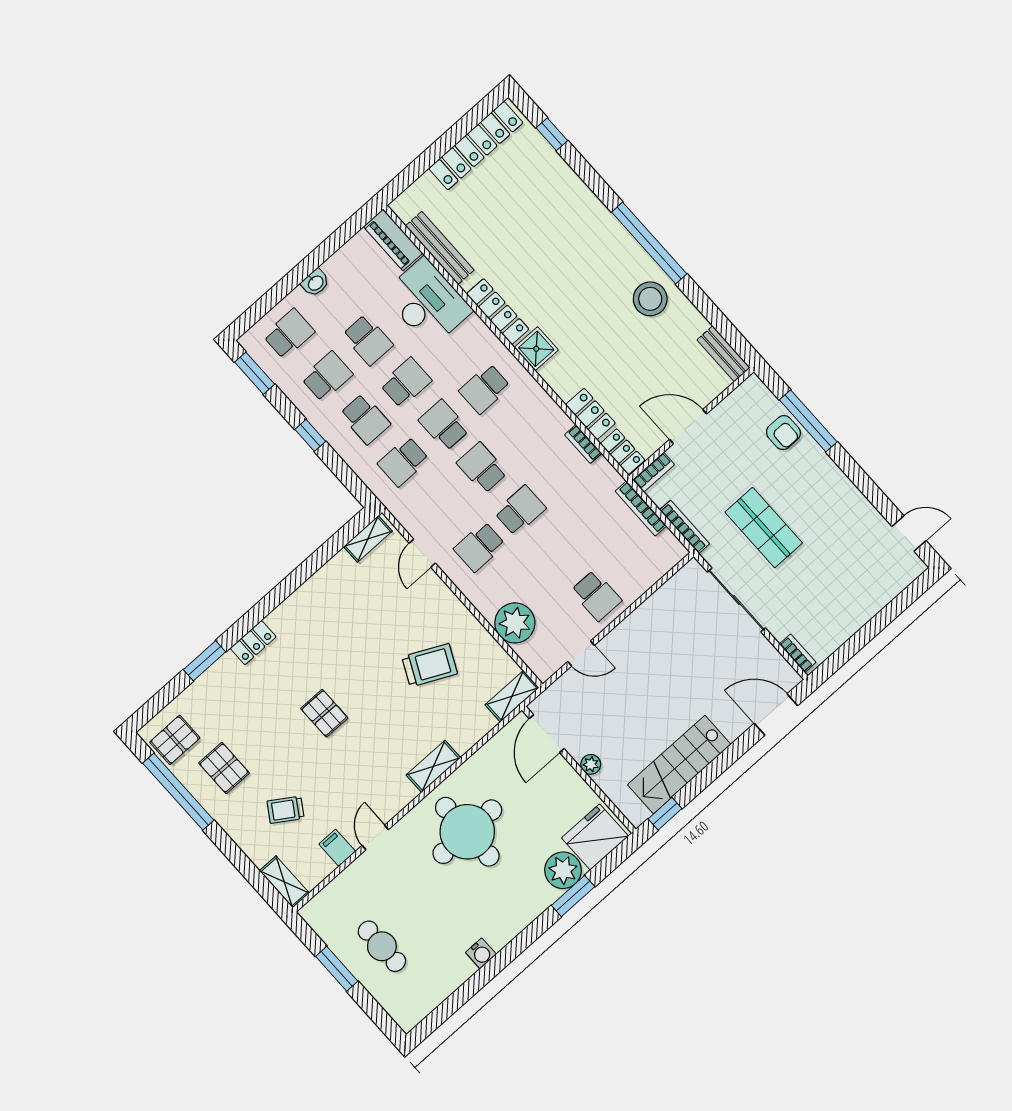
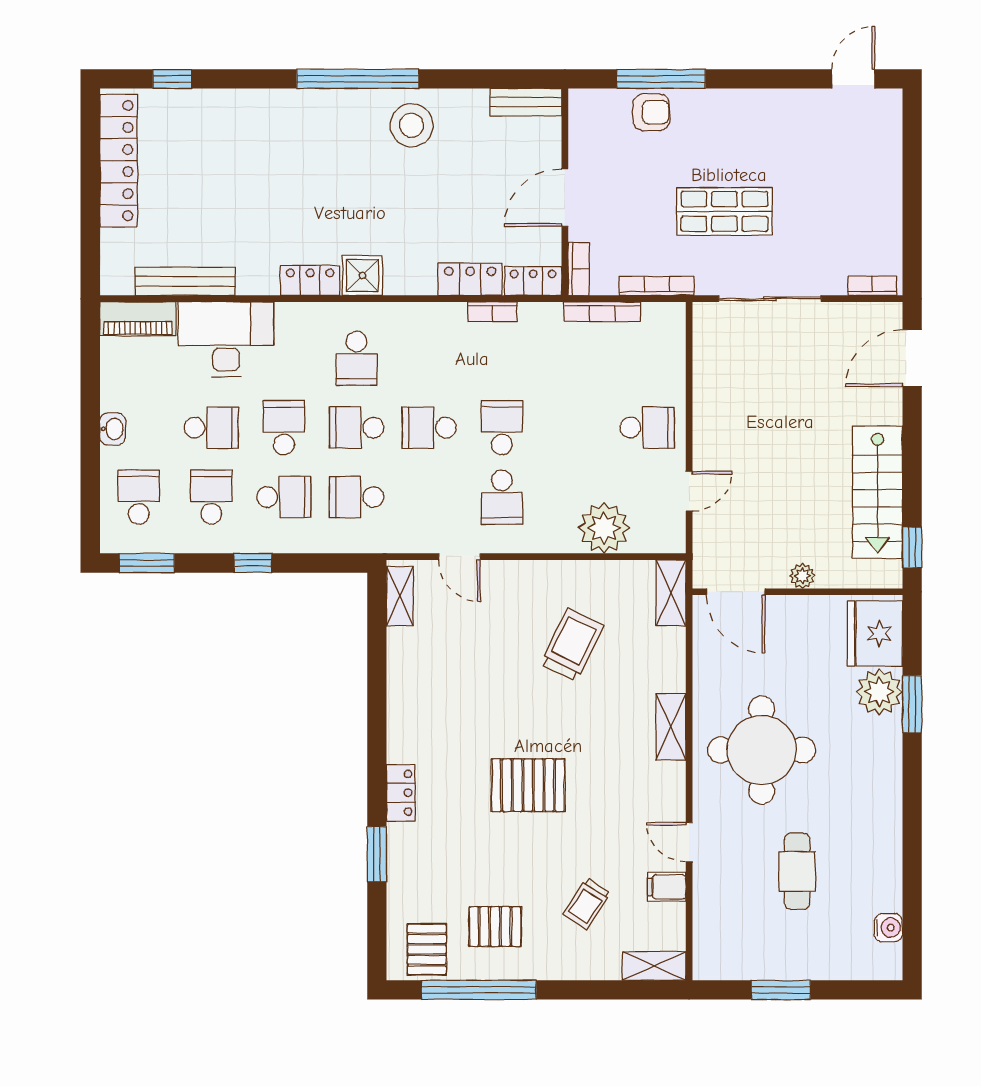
locker: (498, 312) -> (310, 280), width x0.66
school desk: (403, 462) -> (357, 497), turned 90
pallet: (324, 713) -> (528, 785), width x1.50, depth x1.42
cafe table: (382, 946) -> (797, 871), moved, turned 90
water cooler: (481, 953) -> (888, 928), moved

